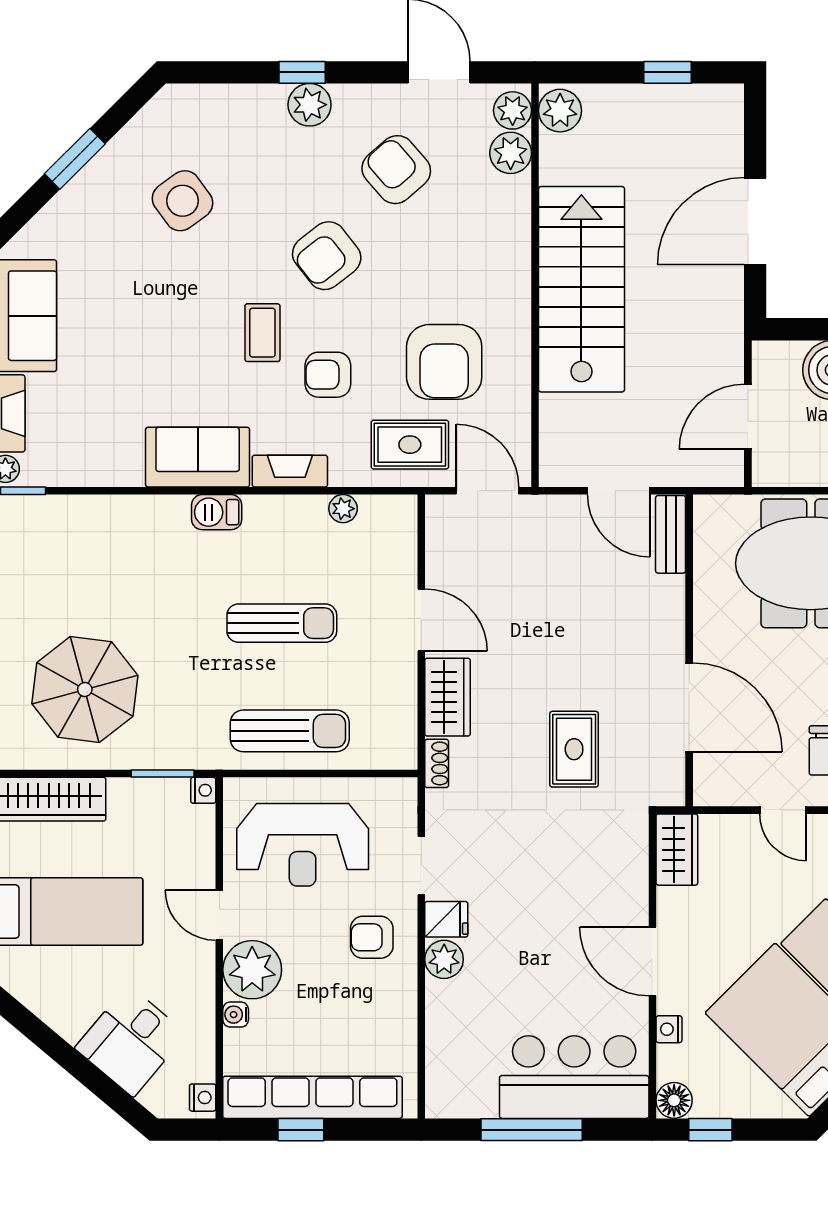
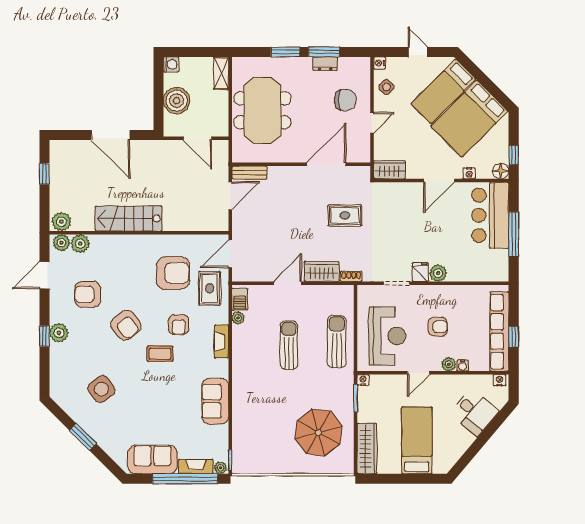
armchair: (396, 170) -> (88, 294), turned 41
stairs: (581, 289) -> (129, 218), width x0.73, depth x0.66
sofa: (198, 457) -> (215, 401), moved
barbecue: (217, 512) -> (240, 299), moved
armchair: (372, 937) -> (438, 327), moved, turned -90
plant: (252, 970) -> (449, 364), width x0.53, depth x0.53

